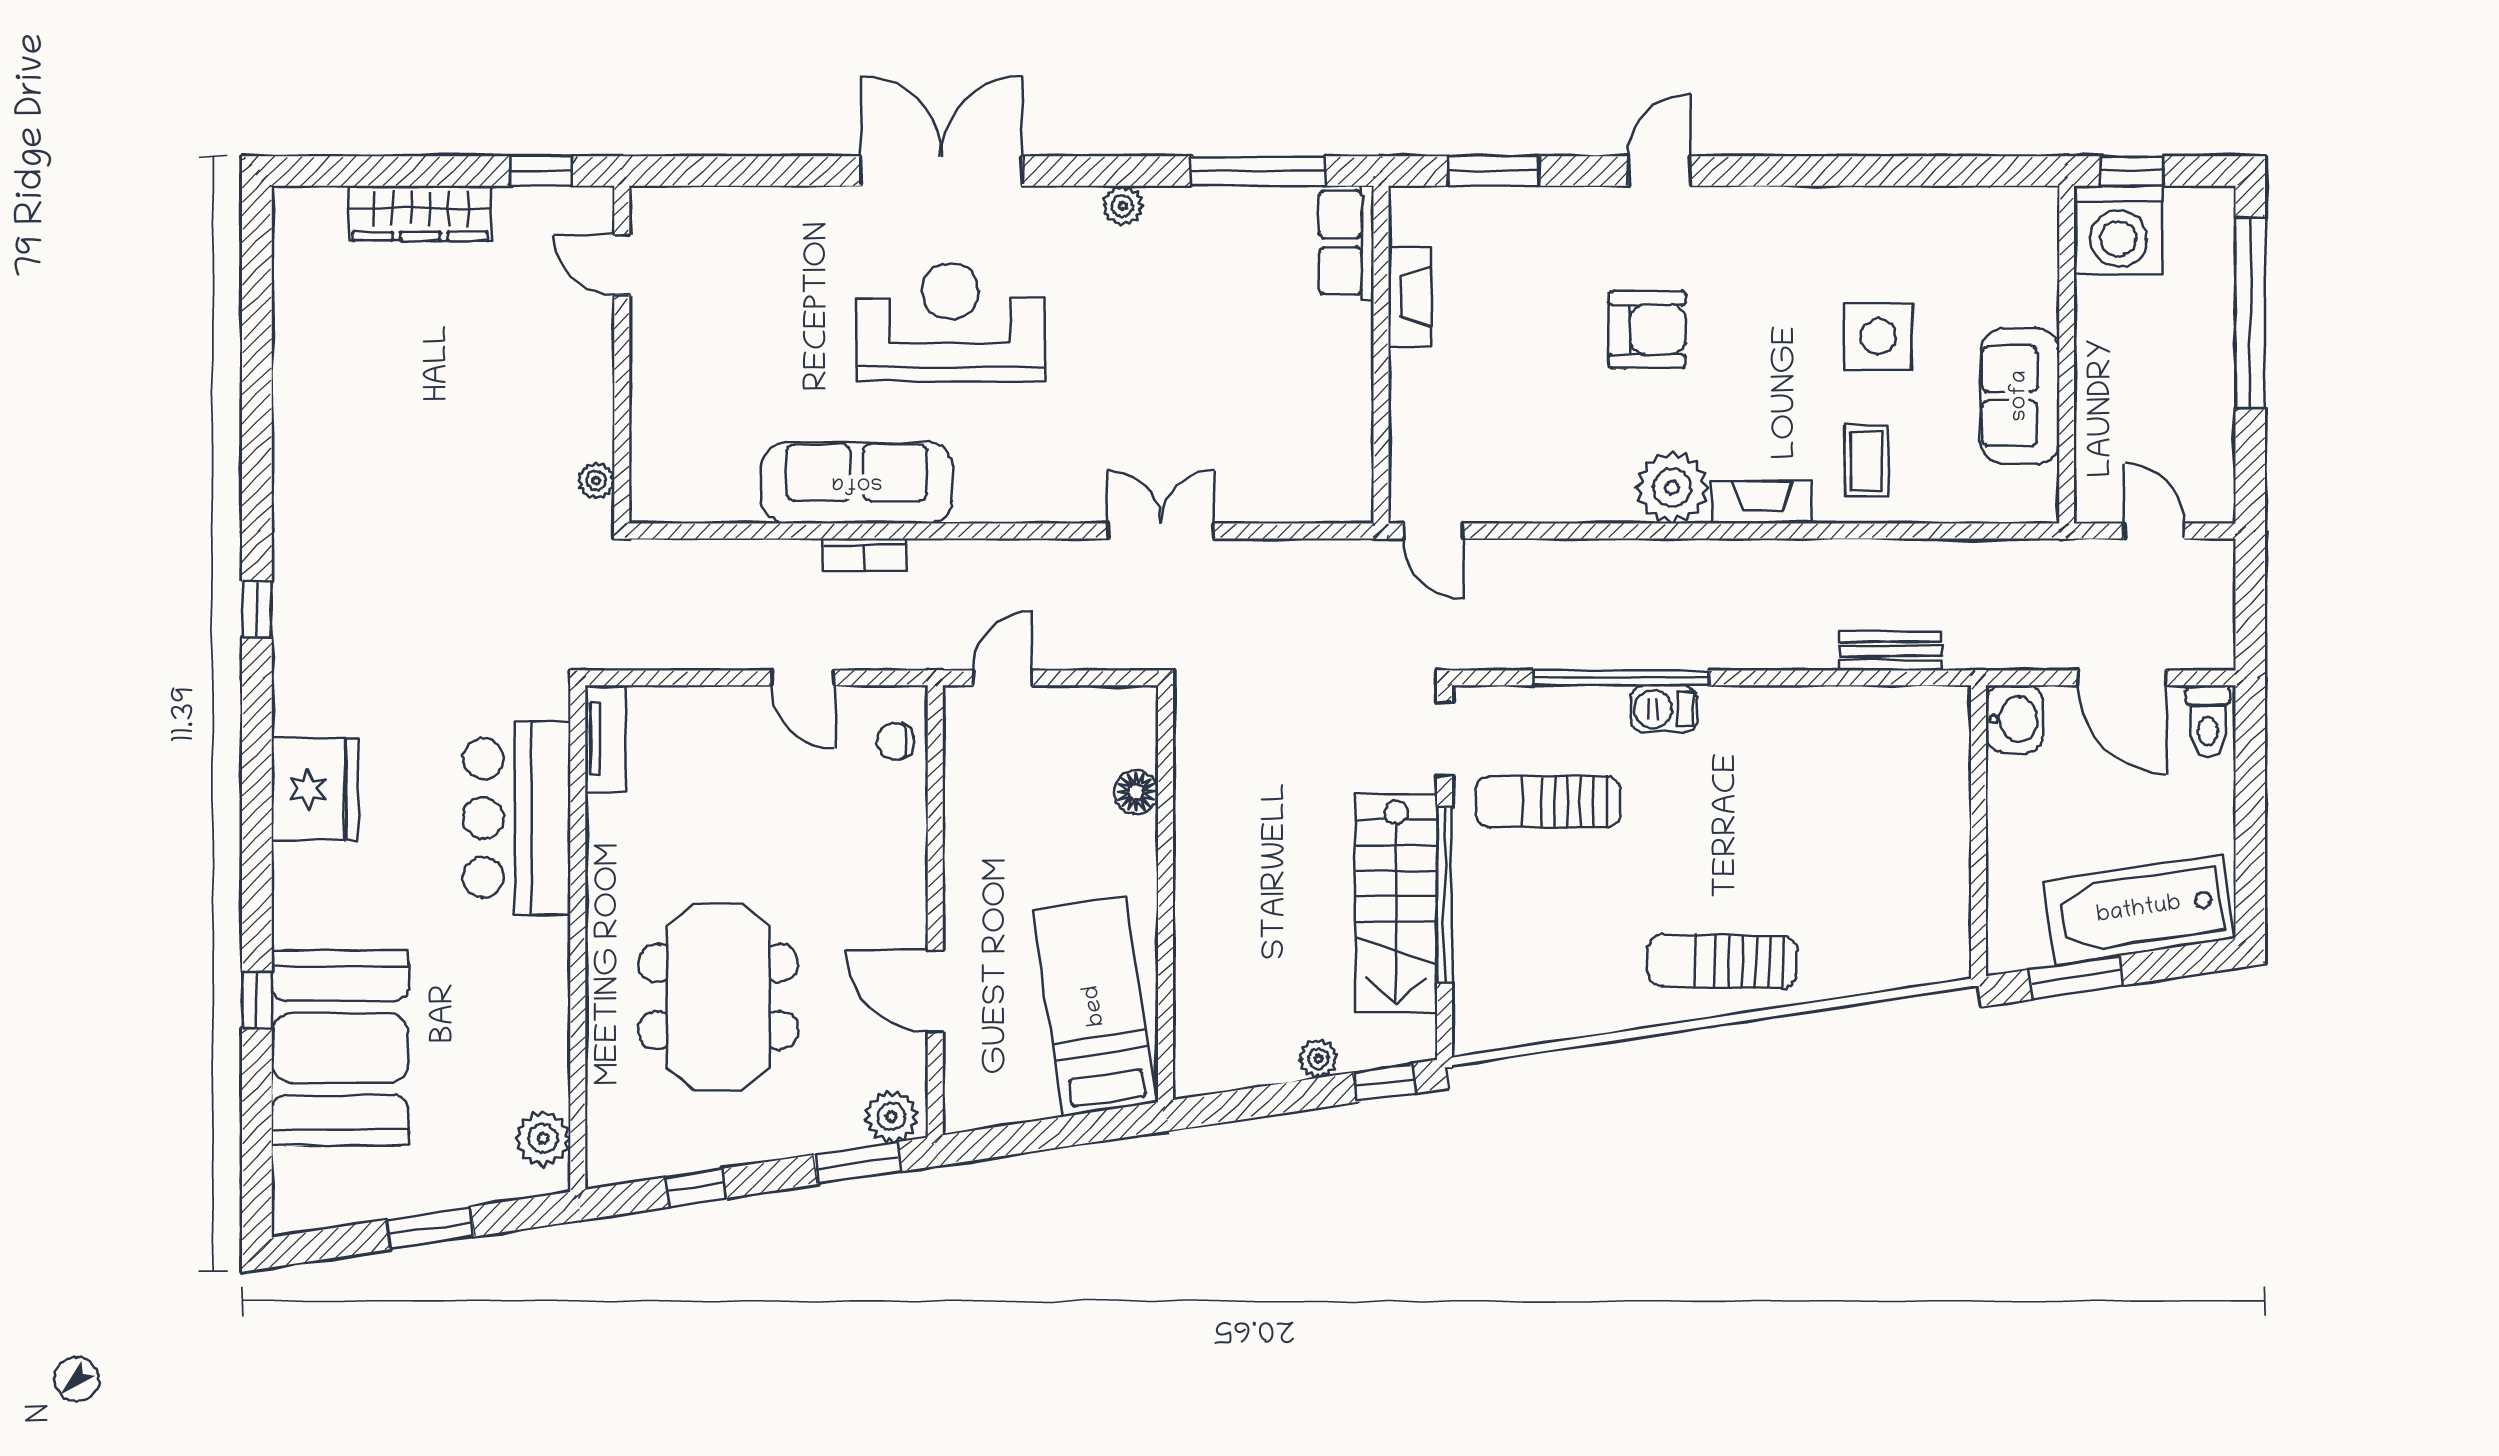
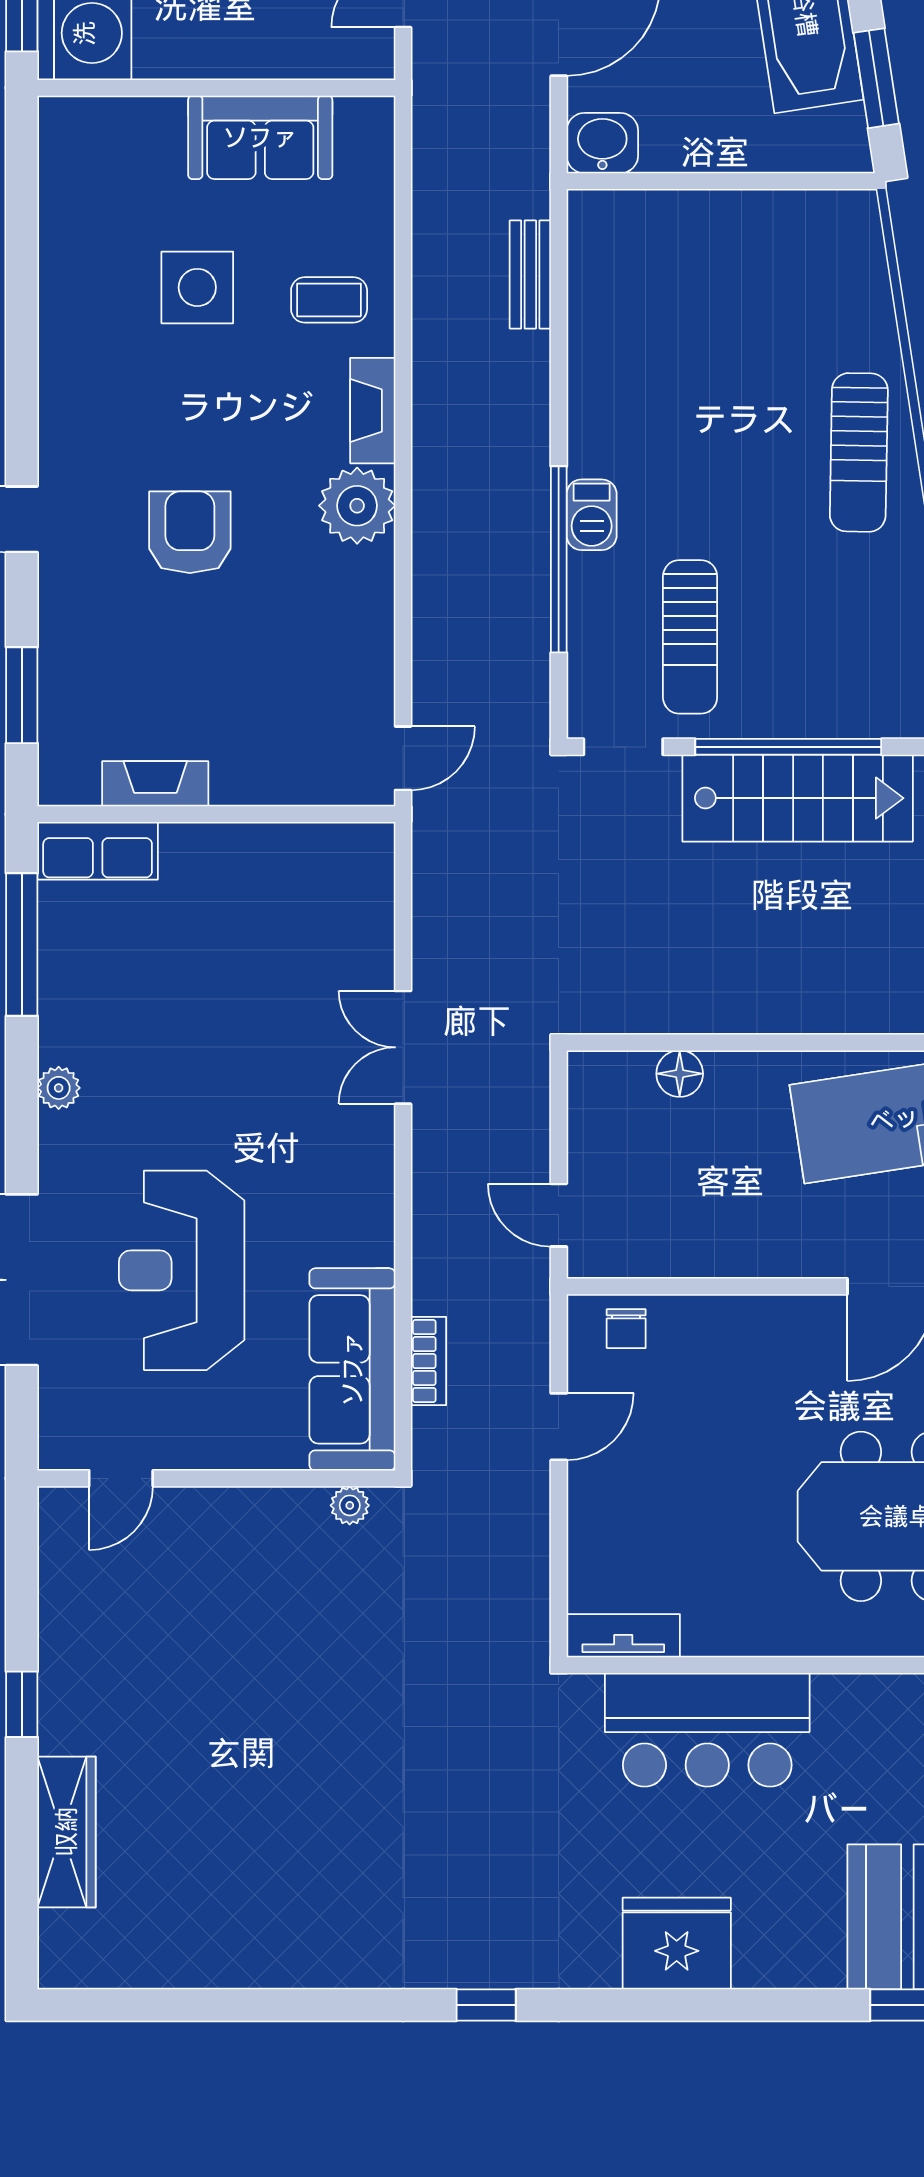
door: (622, 265) -> (121, 1478), moved
wall: (622, 355) -> (216, 1478), moved
plant: (596, 481) -> (350, 1505), moved

